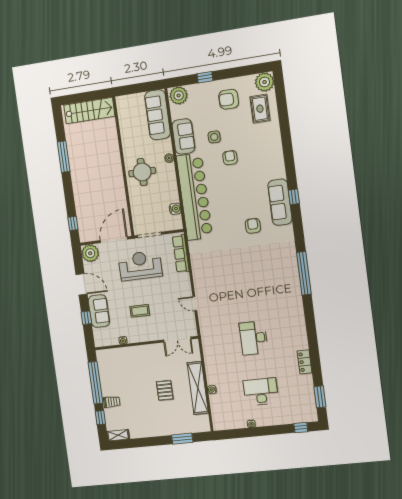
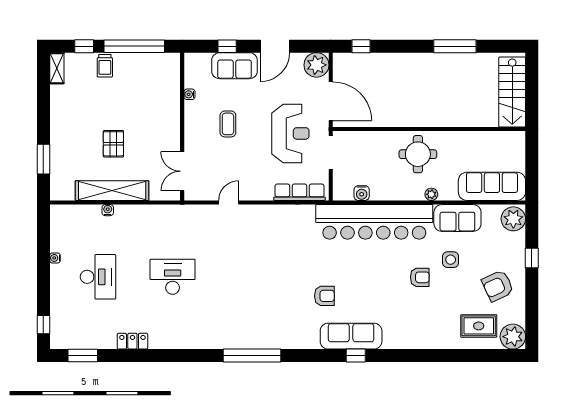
armchair: (229, 99) -> (498, 286), turned -115
pallet: (165, 390) -> (113, 144), turned 90

